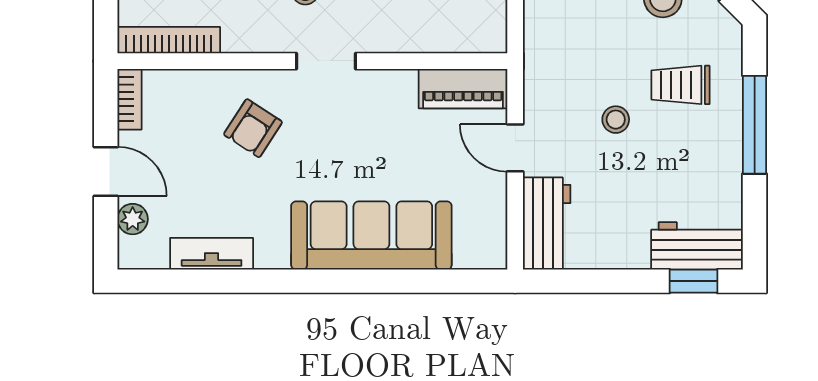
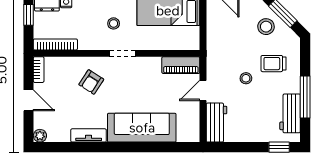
window: (755, 125) -> (305, 97), moved
door: (515, 148) -> (203, 90), hinge flipped
plant: (133, 219) -> (40, 136), moved
workbench: (697, 246) -> (290, 113), moved, turned -90
tv unit: (212, 254) -> (89, 135), moved

